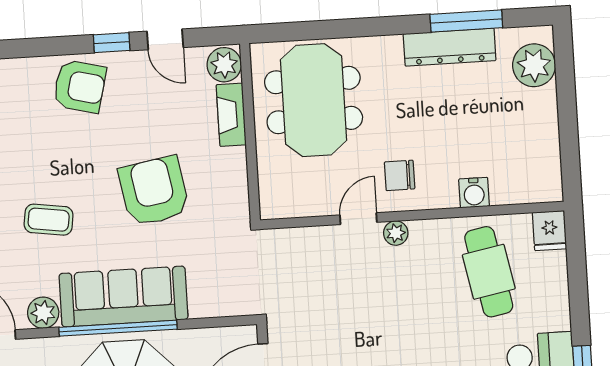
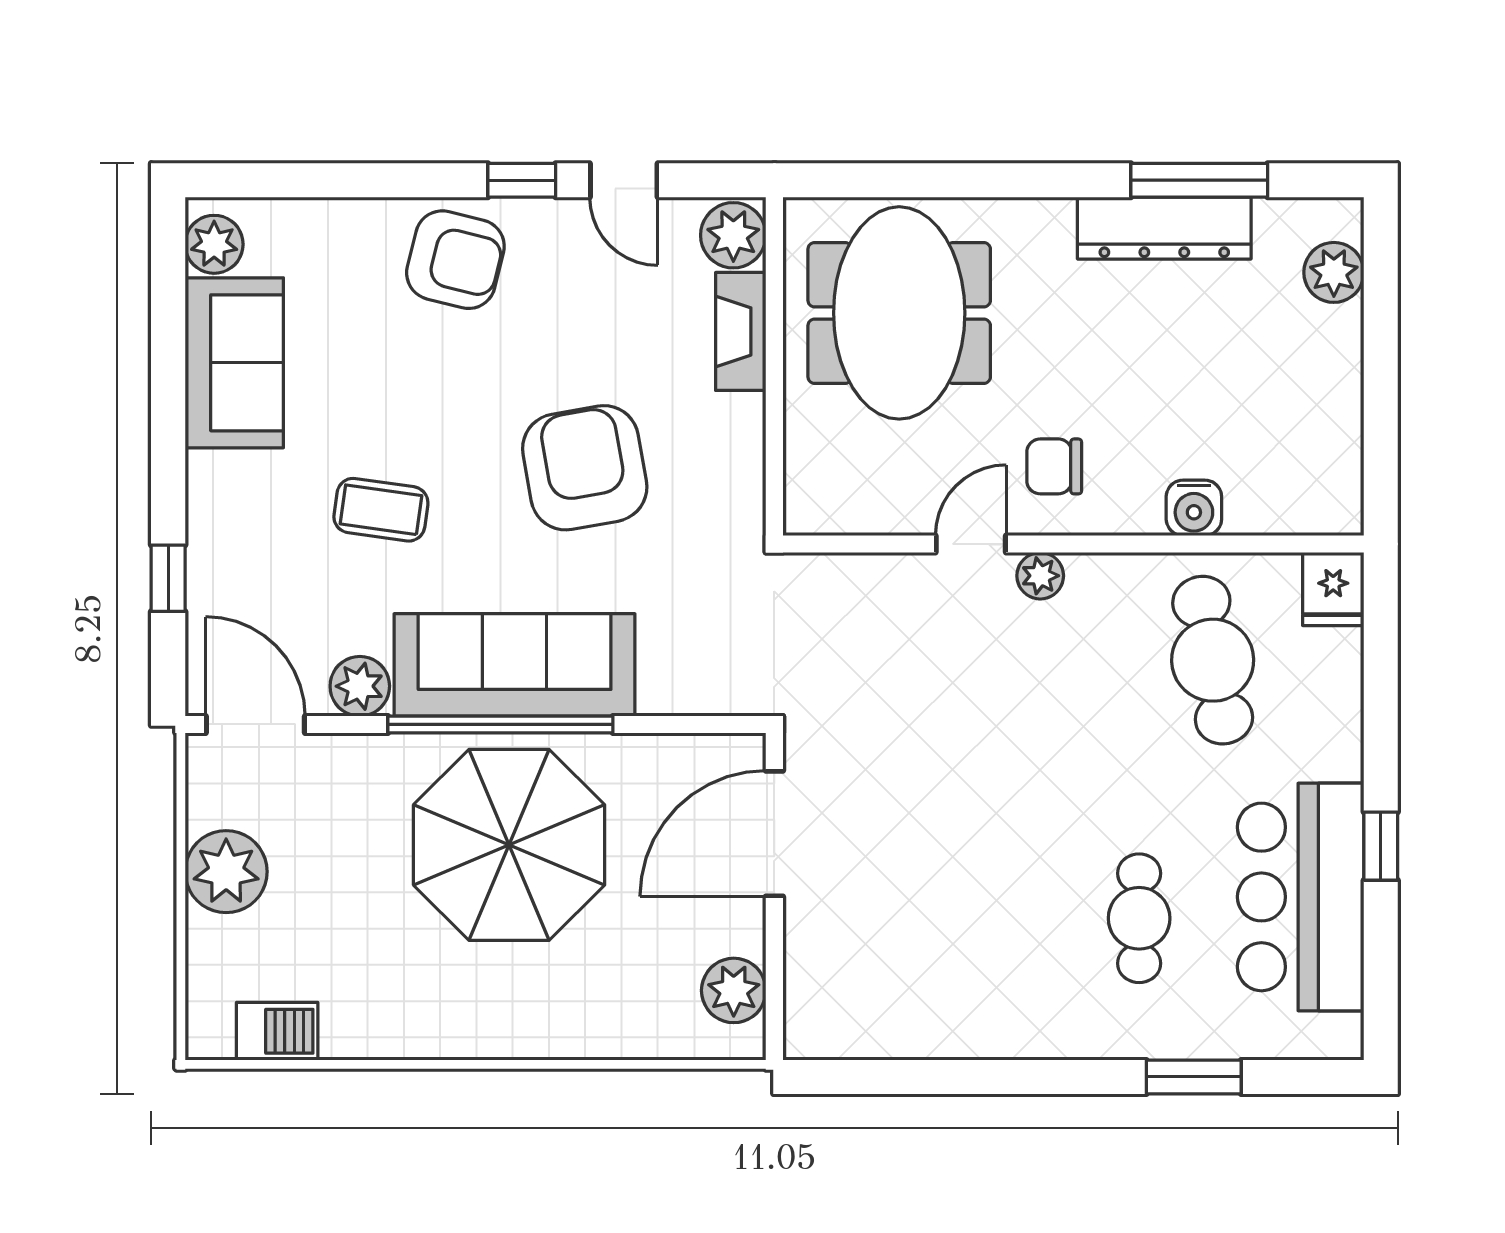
plant: (534, 65) -> (1334, 272), width x0.73, depth x0.73

